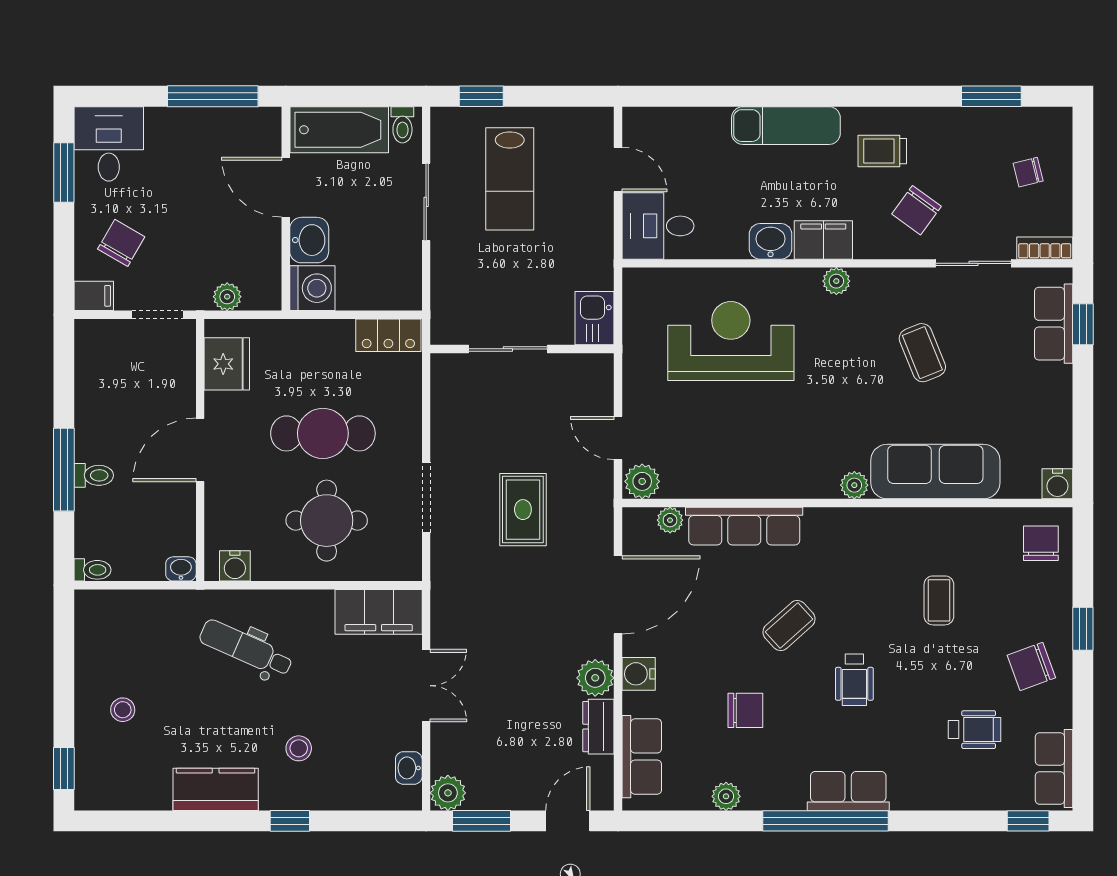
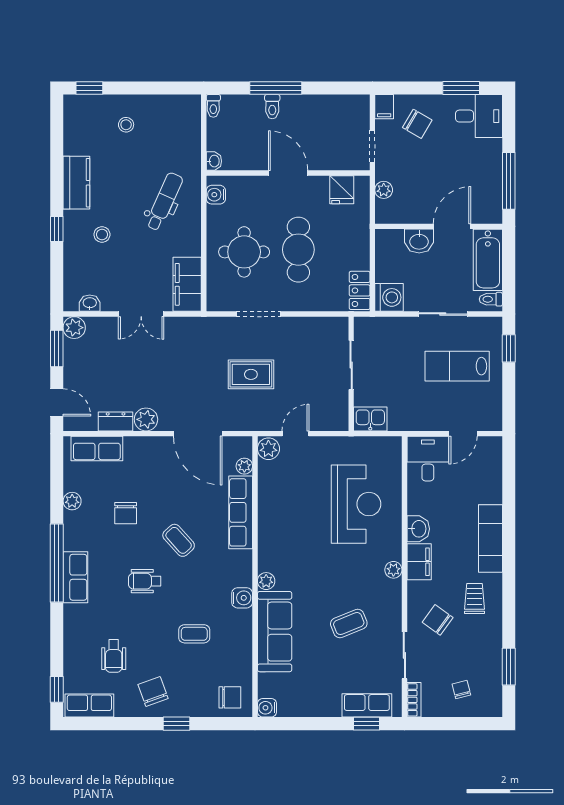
washing machine: (312, 288) -> (389, 297), moved, turned -90
fridge: (227, 364) -> (342, 190), width x0.72
water cooler: (639, 674) -> (242, 598), moved, turned 90

